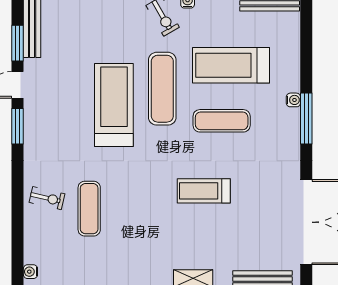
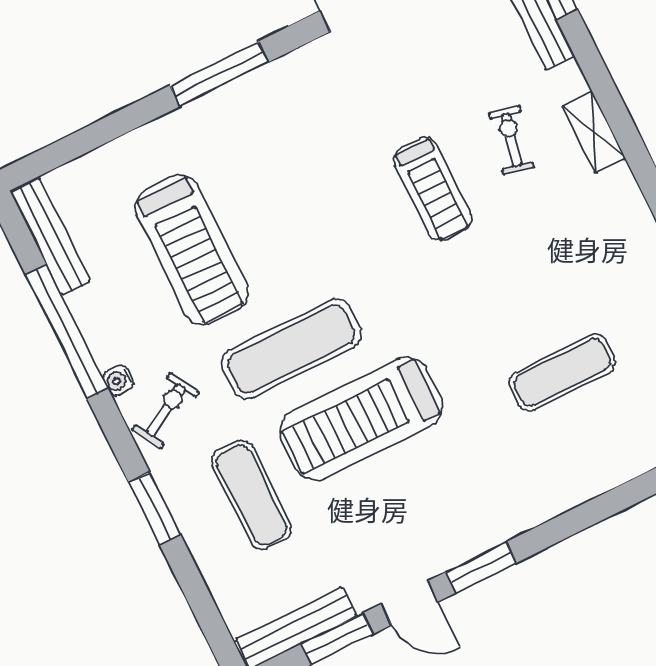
water cooler: (293, 100) -> (198, 112), removed
exercise mat: (222, 121) -> (252, 495), moved
exercise bike: (47, 198) -> (511, 140), moved

